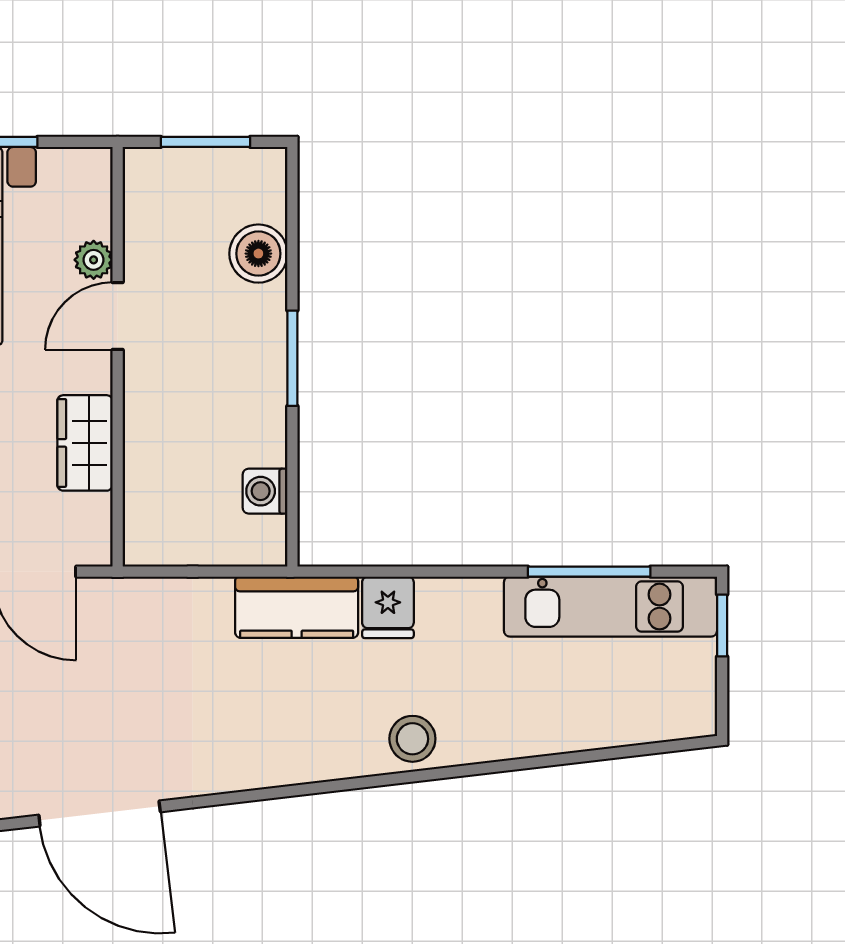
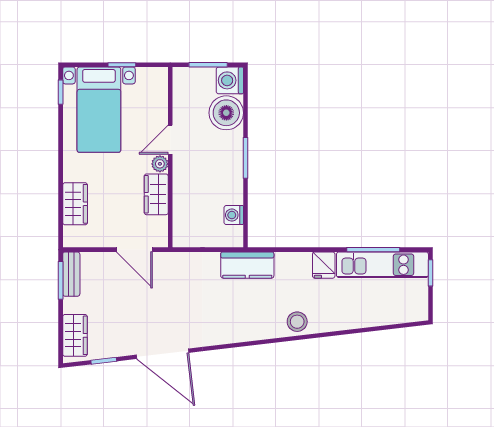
washing machine: (256, 178) -> (230, 80), added
boiler: (258, 254) -> (226, 113), width x1.37, depth x1.37
plant: (94, 260) -> (160, 164), moved
fridge: (388, 607) -> (324, 265), moved

